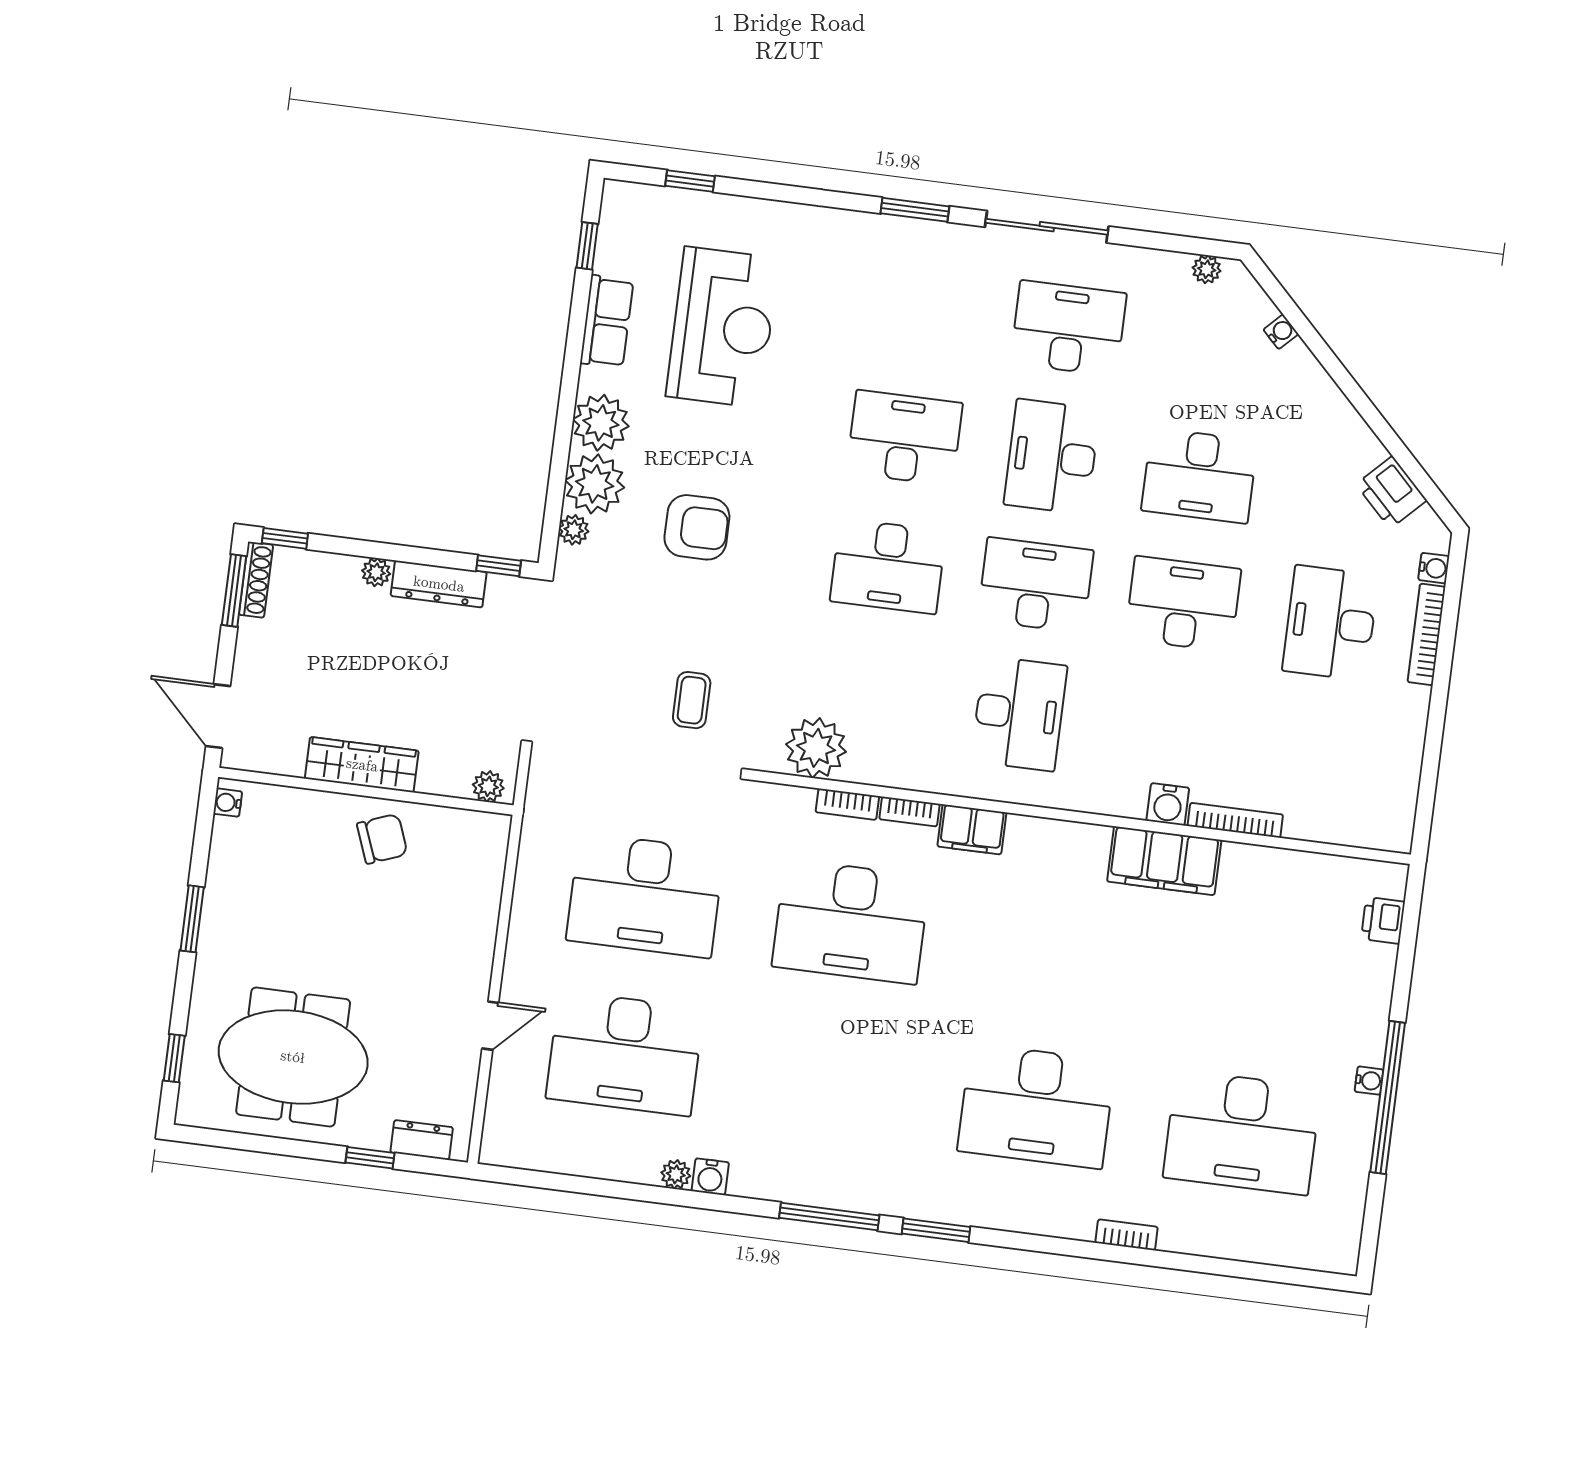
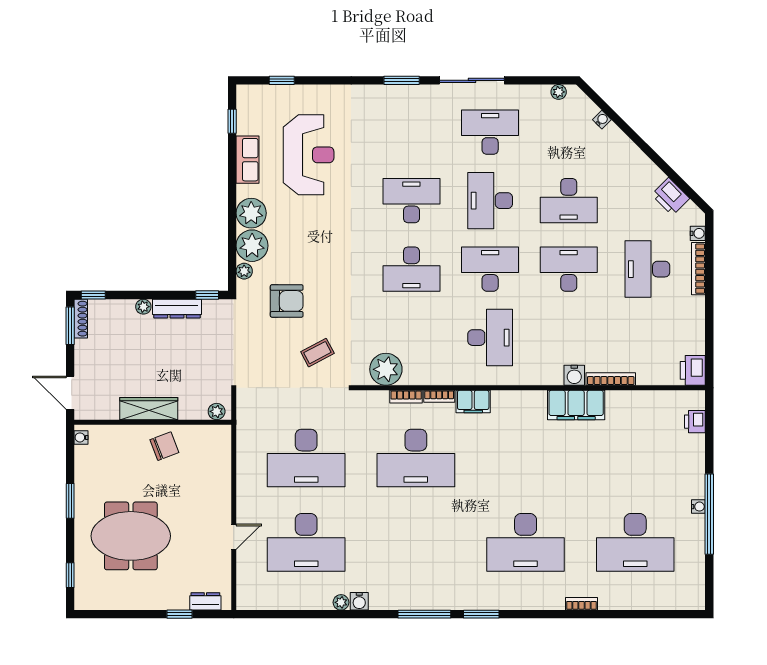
armchair: (697, 527) -> (287, 301), moved
coffee table: (692, 700) -> (317, 353), turned 62
printer: (1391, 824) -> (693, 370), added
meeting table: (293, 1057) -> (131, 536), moved

